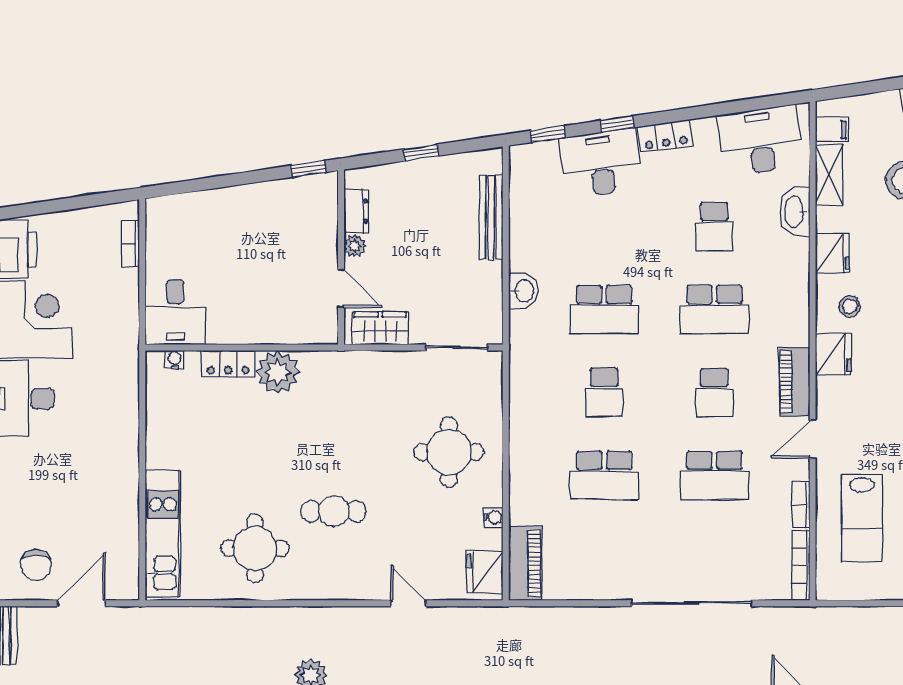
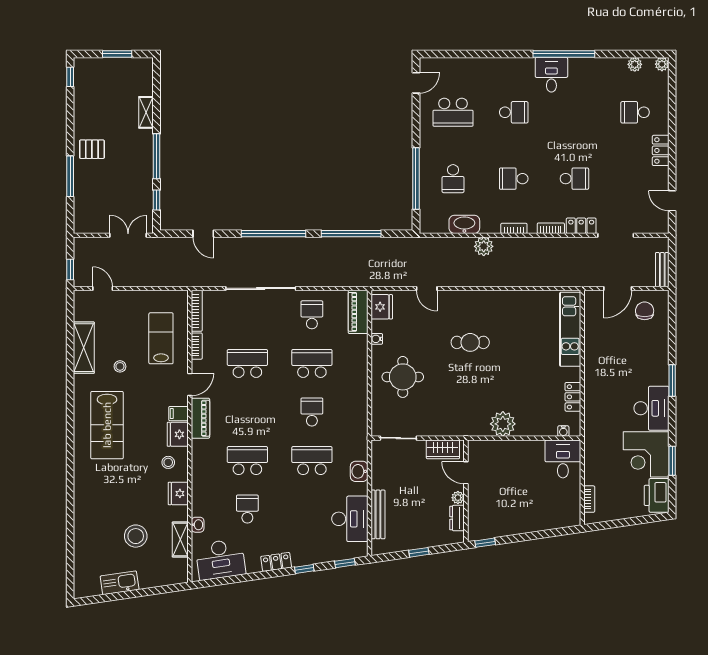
filing cabinet: (832, 130) -> (178, 414), moved
desk: (601, 163) -> (350, 519), moved, turned -82
washbasin: (795, 212) -> (198, 525), width x0.52, depth x0.69
locker: (228, 364) -> (573, 397), moved, turned -90
school desk: (714, 392) -> (312, 315), moved
round table: (255, 548) -> (516, 321), removed

